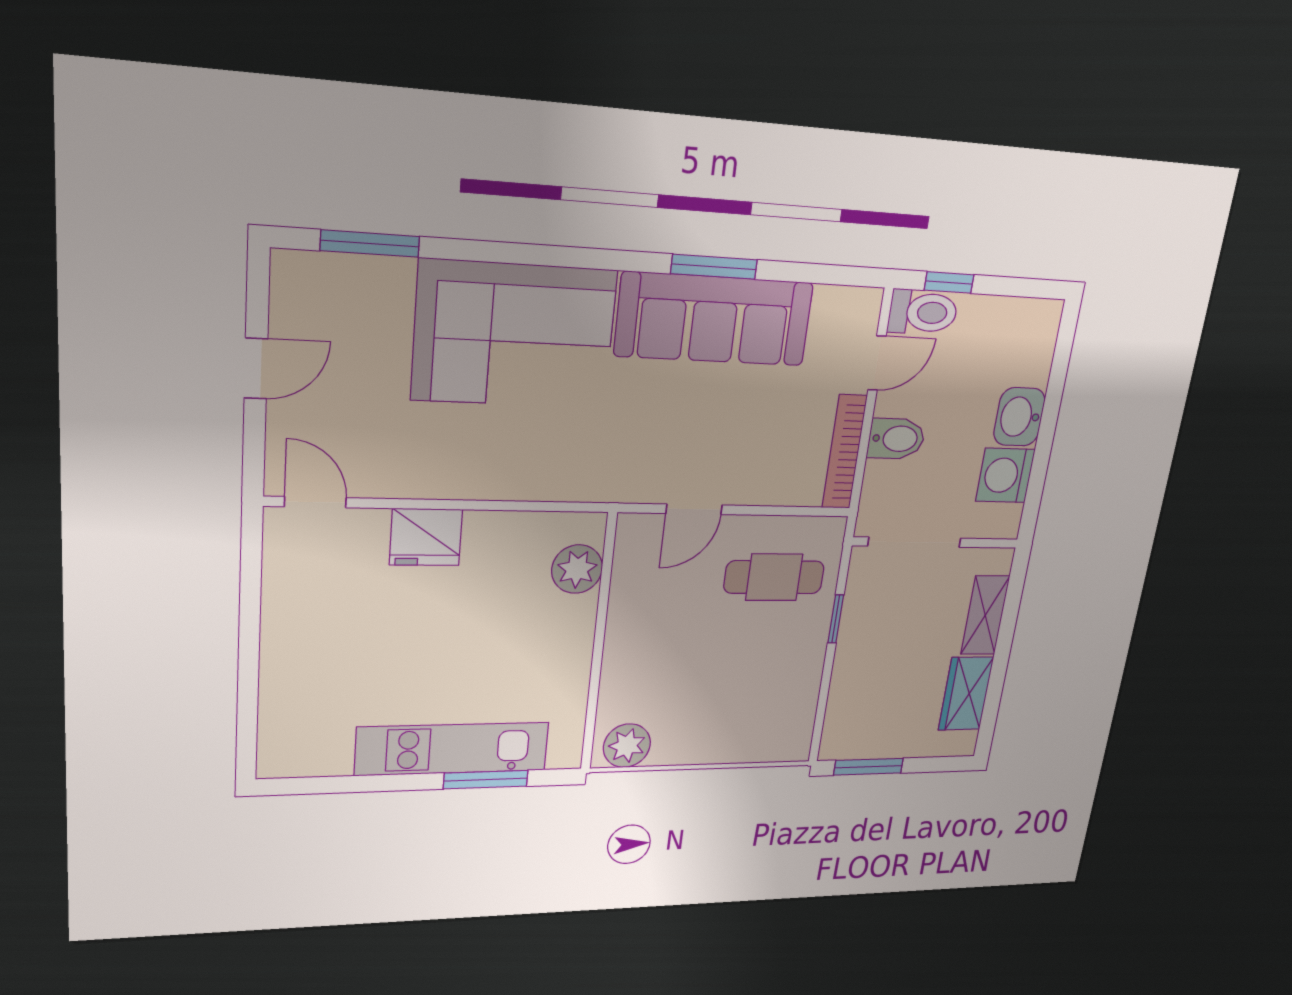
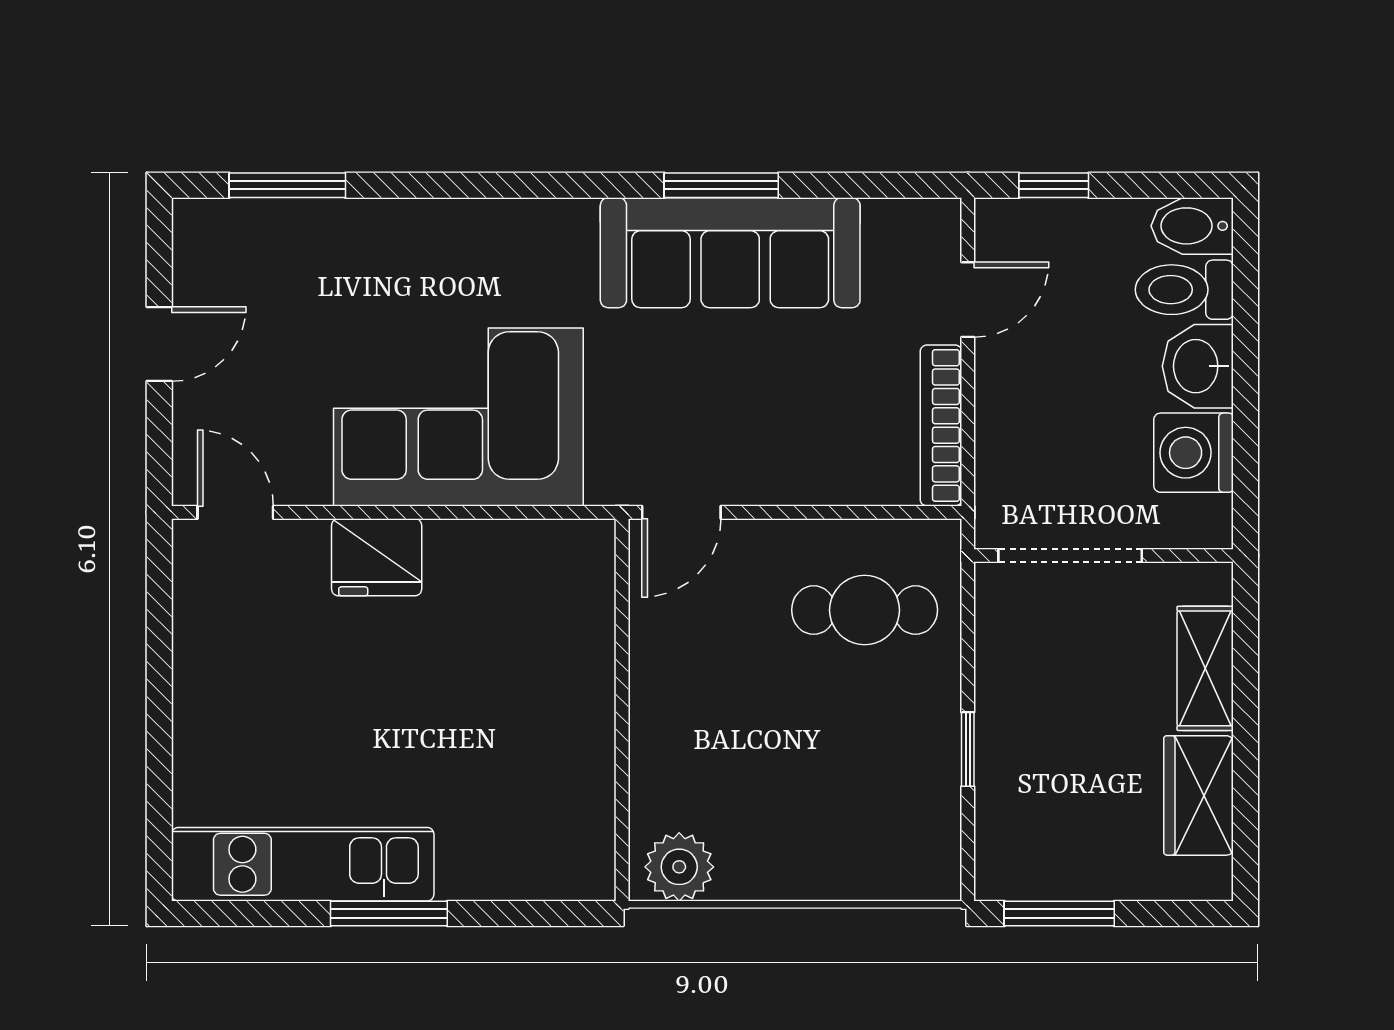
toilet: (923, 312) -> (1184, 290), moved, turned 180
corner sofa: (514, 335) -> (458, 417), moved, turned 180
bidet: (896, 439) -> (1192, 226), moved, turned 180
door: (694, 509) -> (681, 512), moved
plant: (577, 569) -> (581, 600), removed
window: (836, 619) -> (968, 749), moved
kitchen unit: (452, 749) -> (303, 864), moved
window: (486, 780) -> (389, 914), moved

